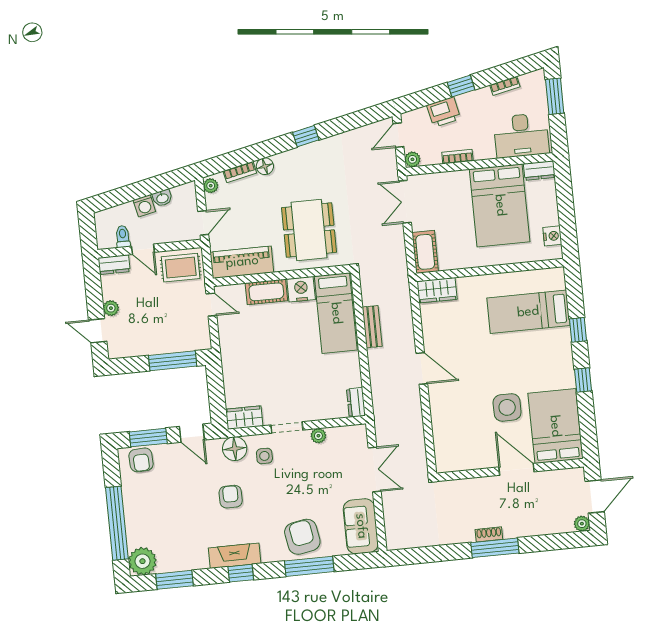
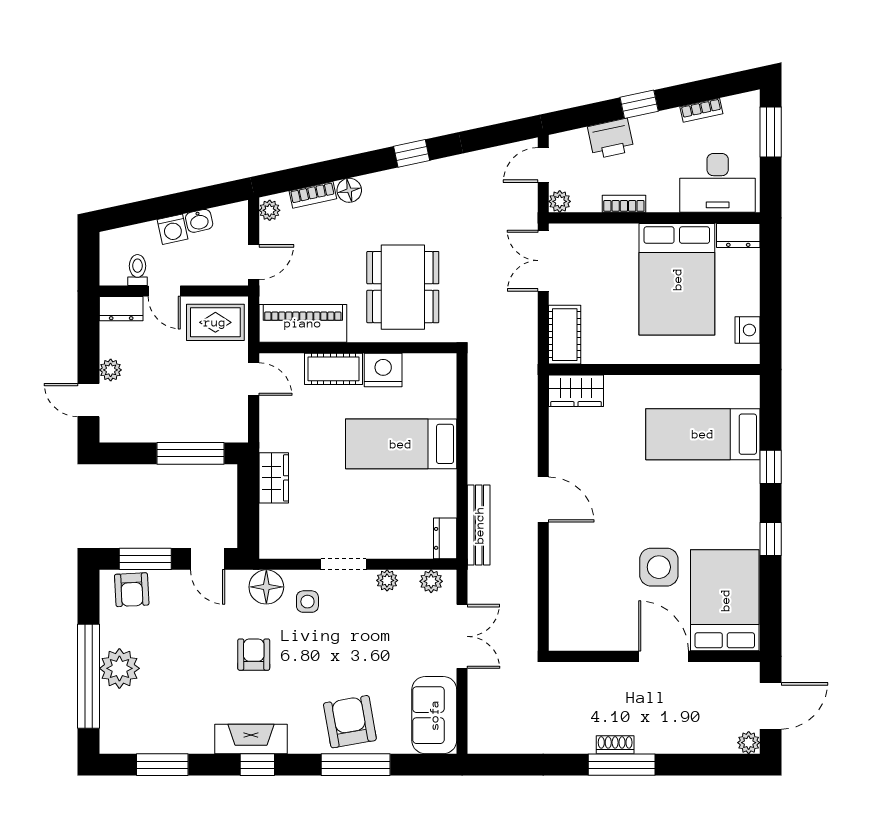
bed: (336, 313) -> (401, 444), moved, turned 90
bench: (372, 327) -> (479, 525), moved, width x1.36
wardrobe: (244, 418) -> (274, 478), moved, turned 90
plant: (349, 433) -> (431, 581), added
plant: (142, 561) -> (119, 668), moved

